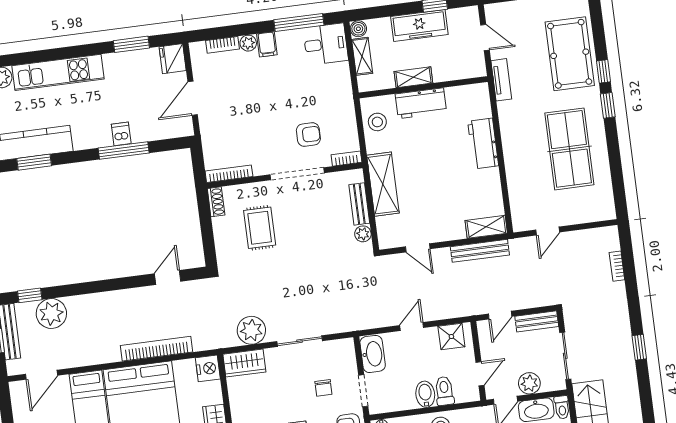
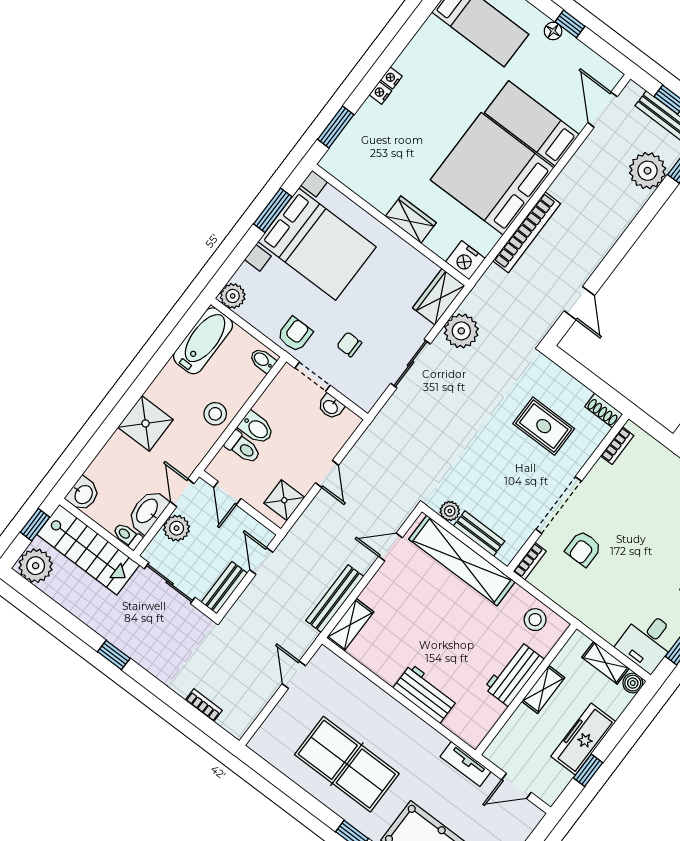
bookcase: (229, 174) -> (617, 446), width x0.64
shelving: (383, 184) -> (462, 560), width x1.47
washbasin: (373, 354) -> (331, 407), width x0.52, depth x0.69

